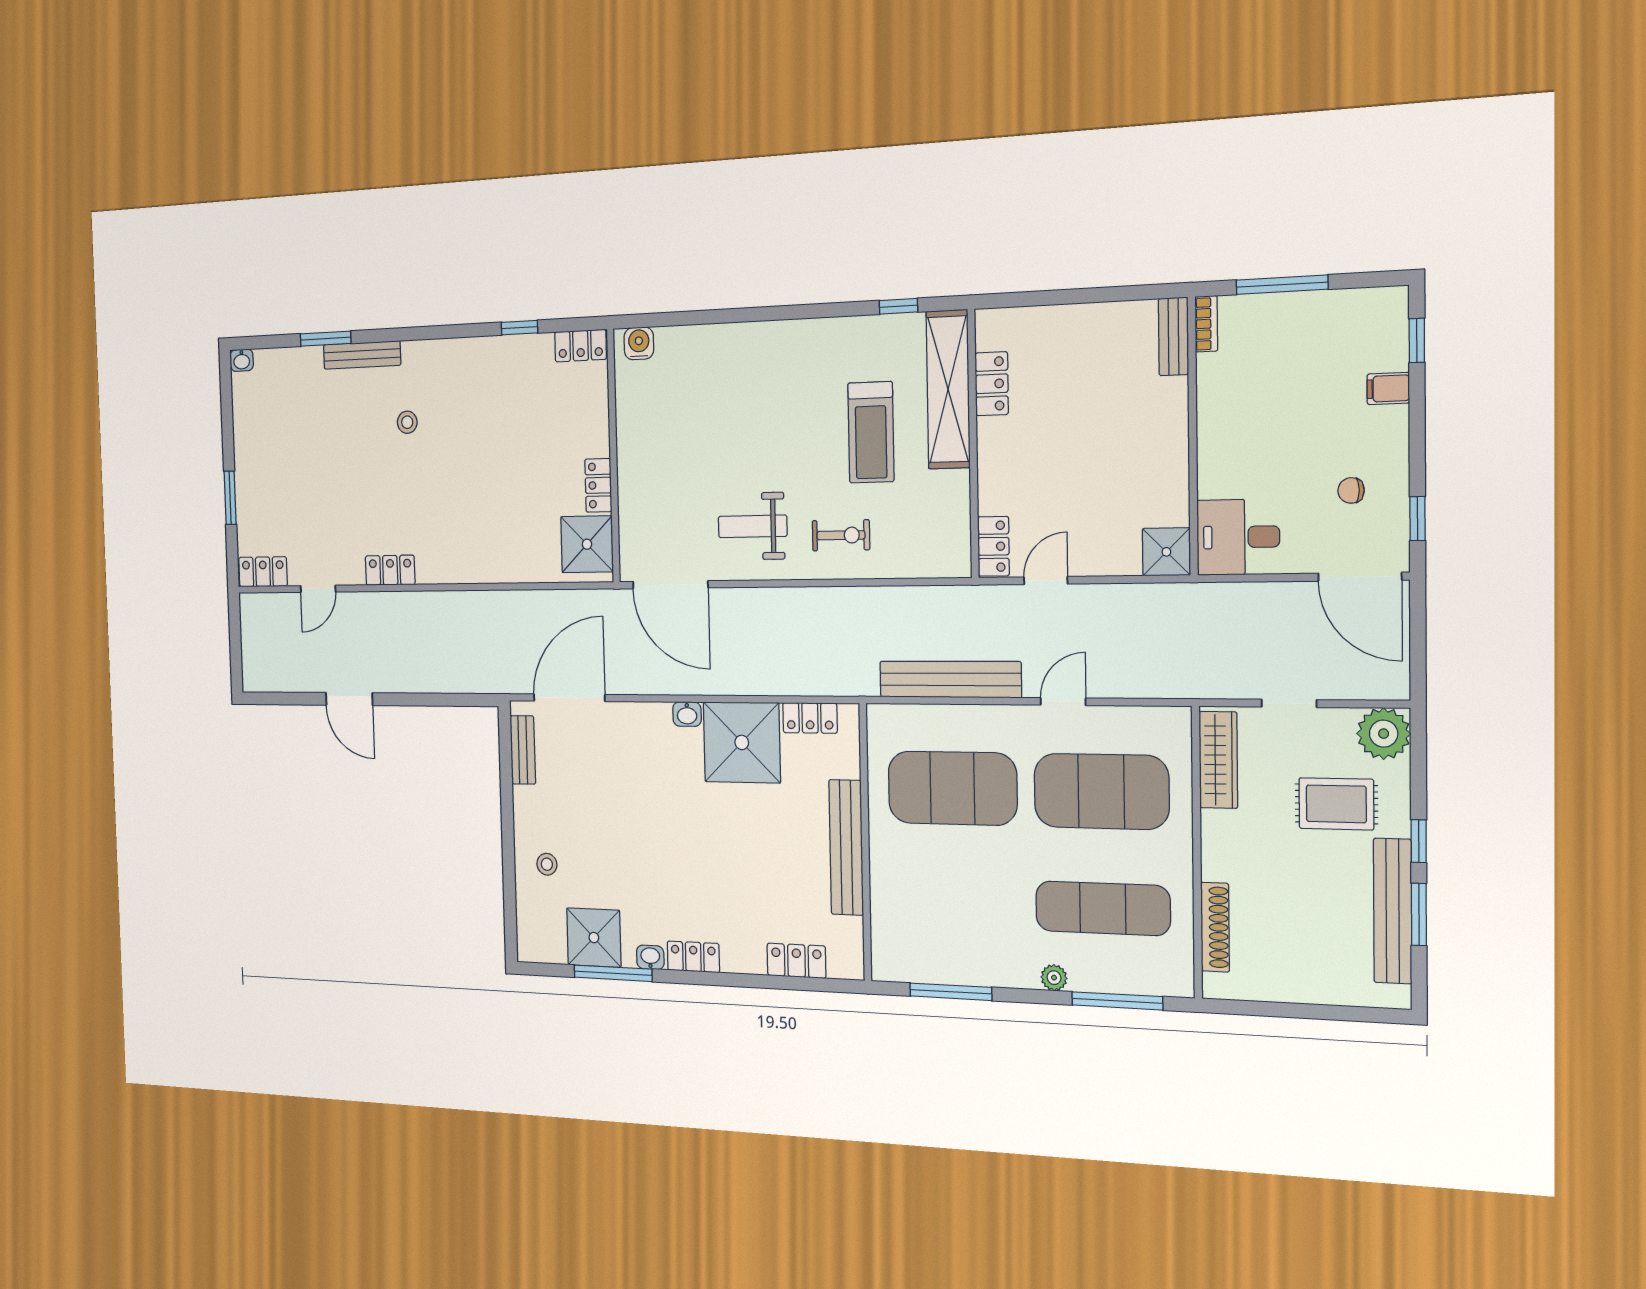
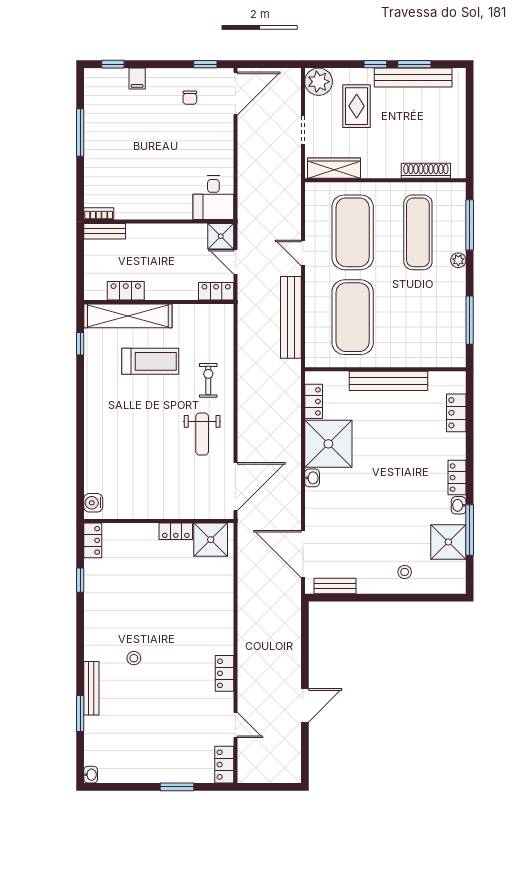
bookcase: (1206, 324) -> (99, 214), moved
bench: (1173, 336) -> (105, 231), moved
wall: (1193, 437) -> (159, 221), moved
desk: (1238, 537) -> (213, 198), moved
shower: (1166, 552) -> (221, 236), moved

